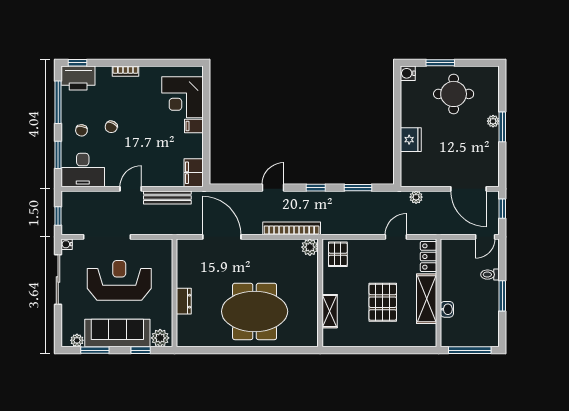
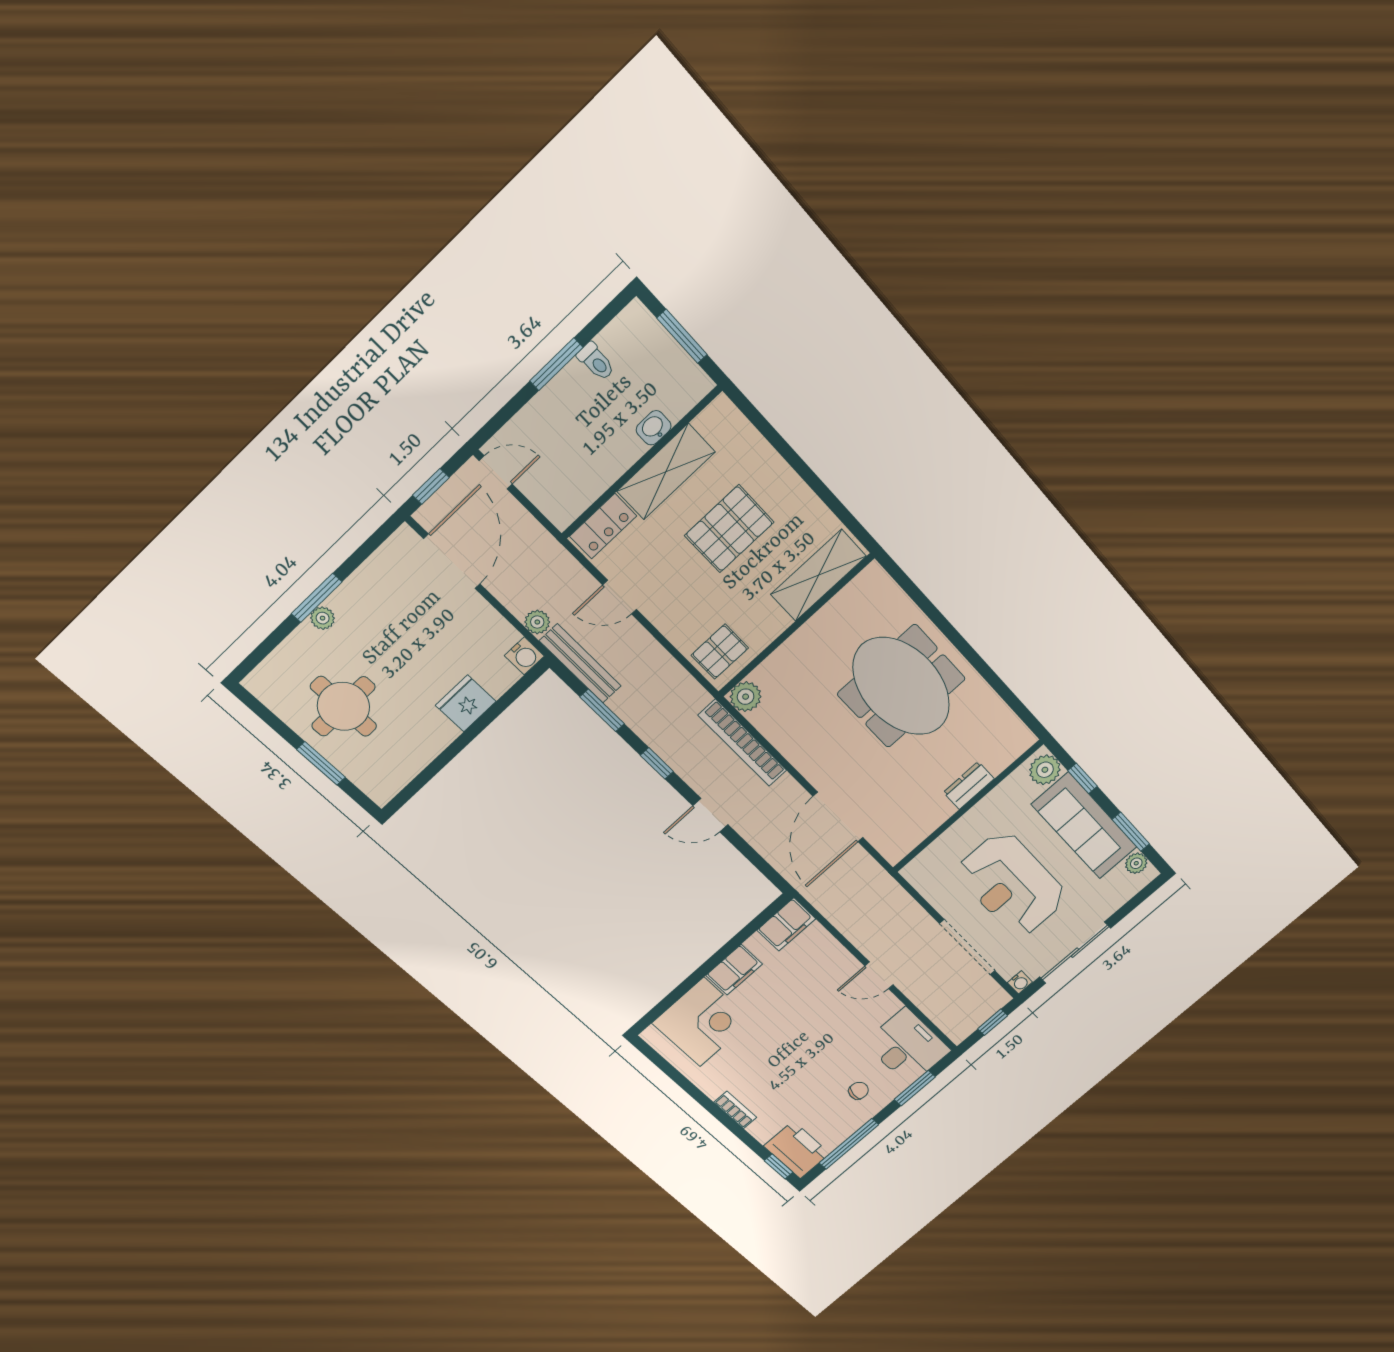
water cooler: (408, 73) -> (524, 656), moved
filing cabinet: (194, 126) -> (734, 970), width x2.00
chair: (111, 127) -> (821, 1064), removed
bench: (167, 197) -> (580, 663), moved
toilet: (490, 275) -> (596, 361), moved
shelving: (330, 311) -> (818, 575), width x1.50, depth x1.33
window: (470, 350) -> (682, 336), width x0.69

